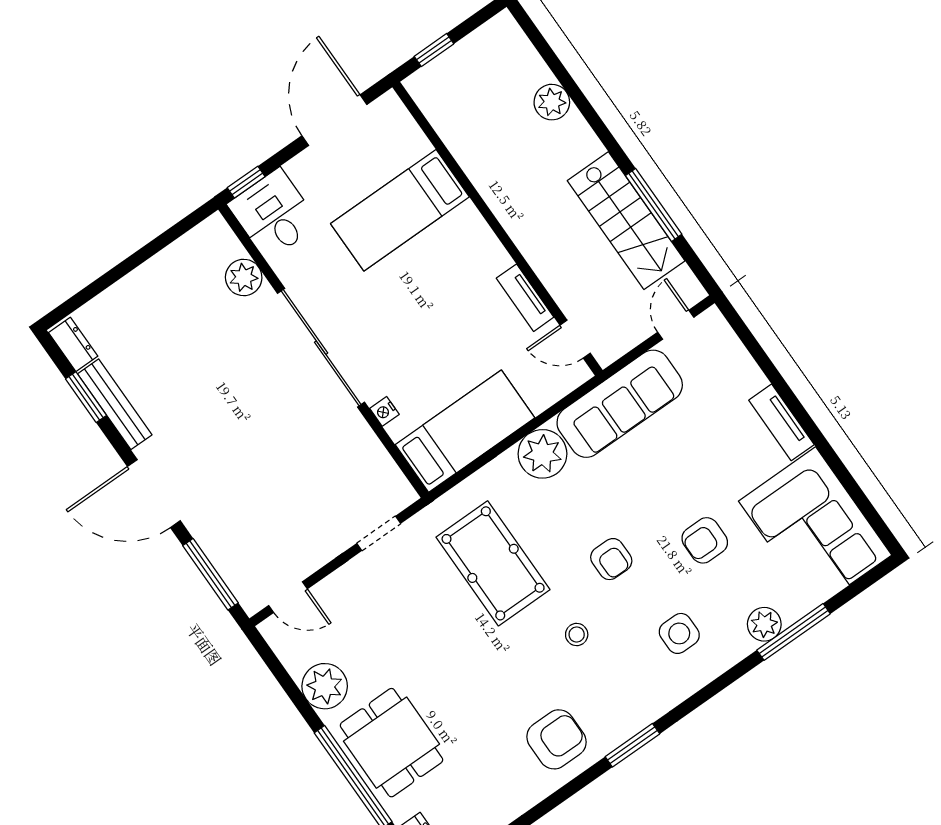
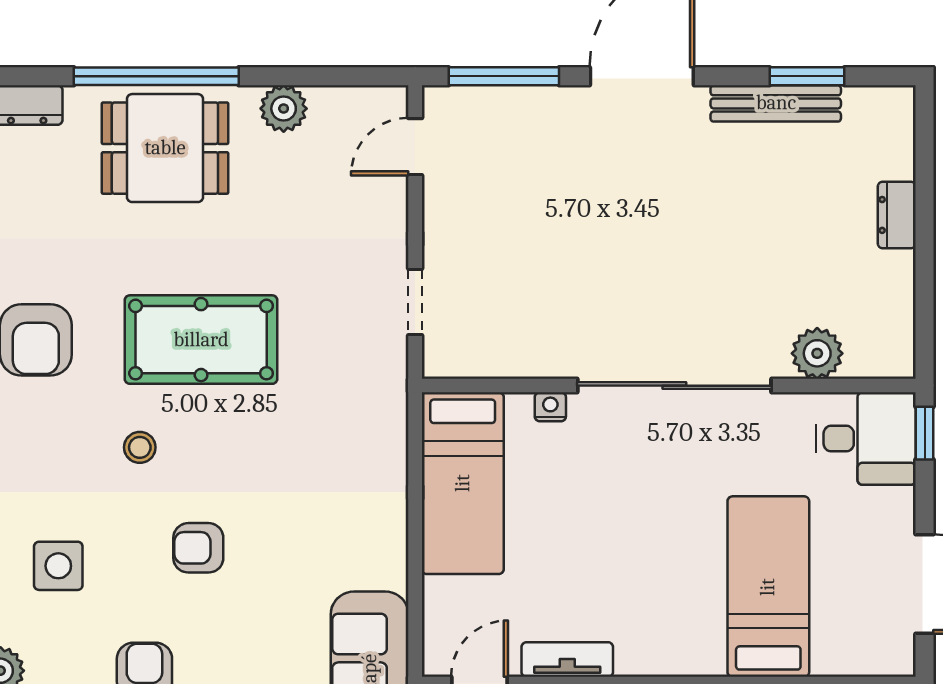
dresser: (73, 344) -> (897, 215), moved, turned 90
plant: (542, 454) -> (374, 554), removed
pool table: (493, 563) -> (201, 340), moved
plant: (325, 686) -> (284, 109), width x0.73, depth x0.73

